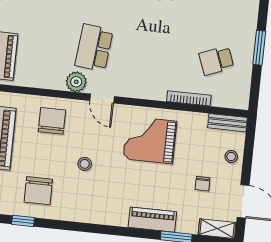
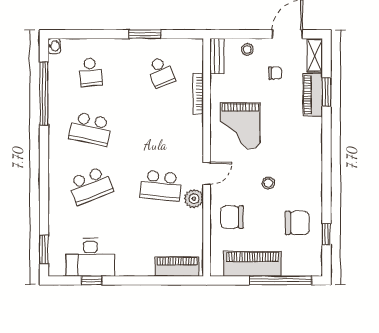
piano: (152, 220) -> (313, 95), moved

